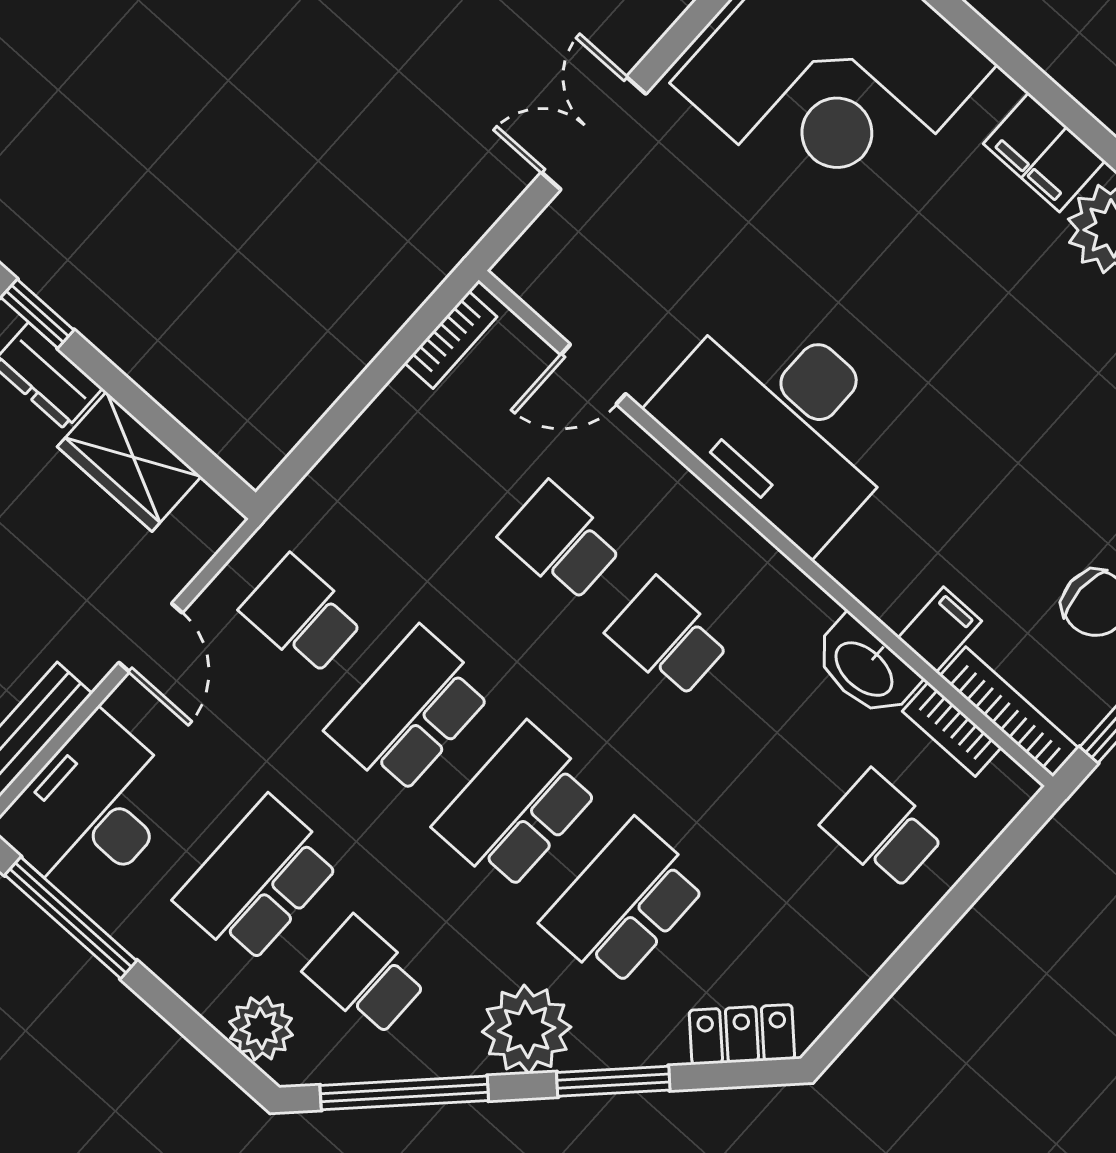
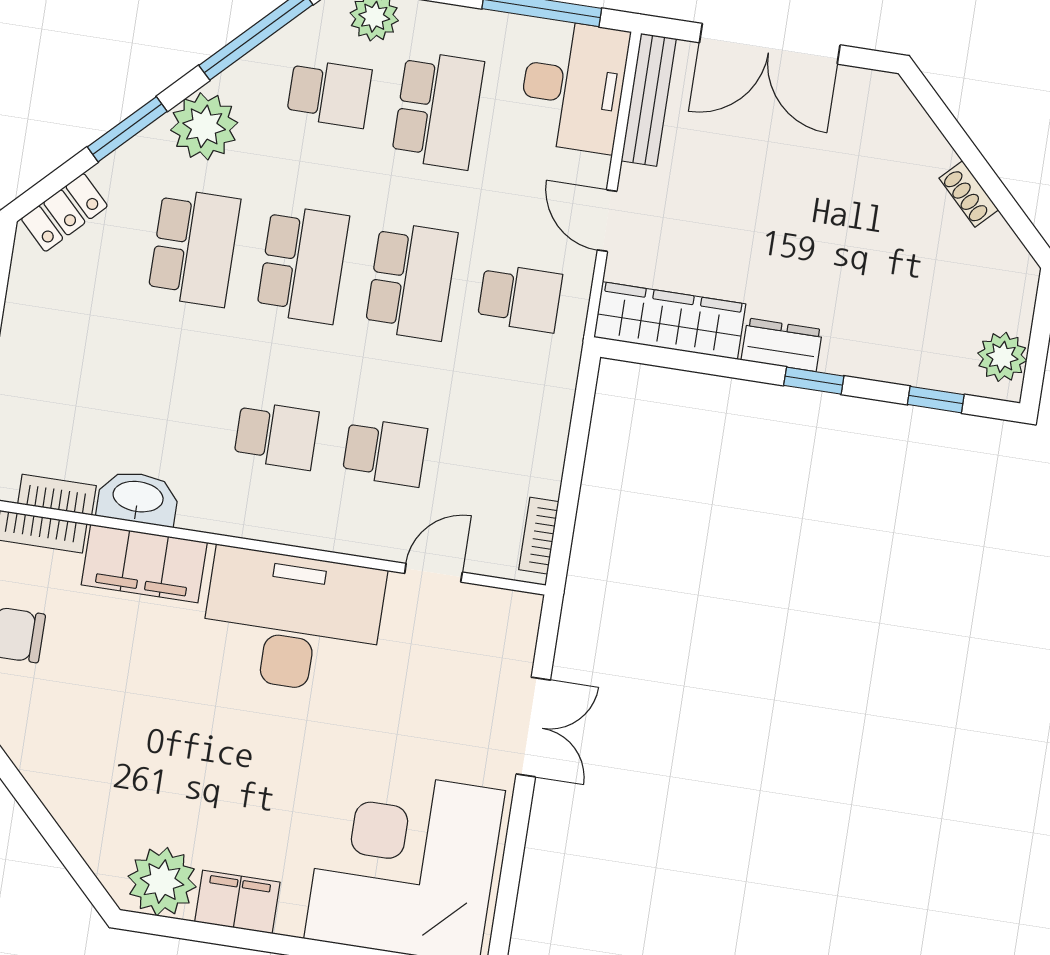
wardrobe: (129, 462) -> (670, 321), width x1.50
filing cabinet: (940, 630) -> (144, 564), width x3.00, depth x1.17
school desk: (883, 830) -> (59, 402), removed

